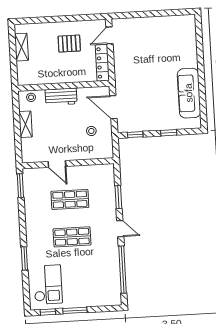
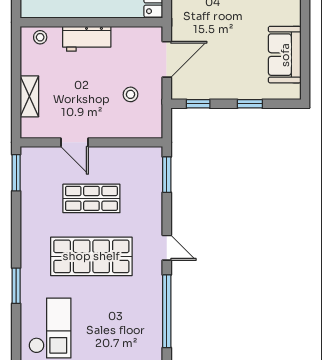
sofa: (189, 93) -> (285, 55), width x0.73
door: (113, 107) -> (167, 59), swing flipped
shelving: (26, 124) -> (29, 96), moved
window: (118, 197) -> (167, 175), moved
shop shelf: (72, 237) -> (91, 256), width x1.43, depth x1.36

